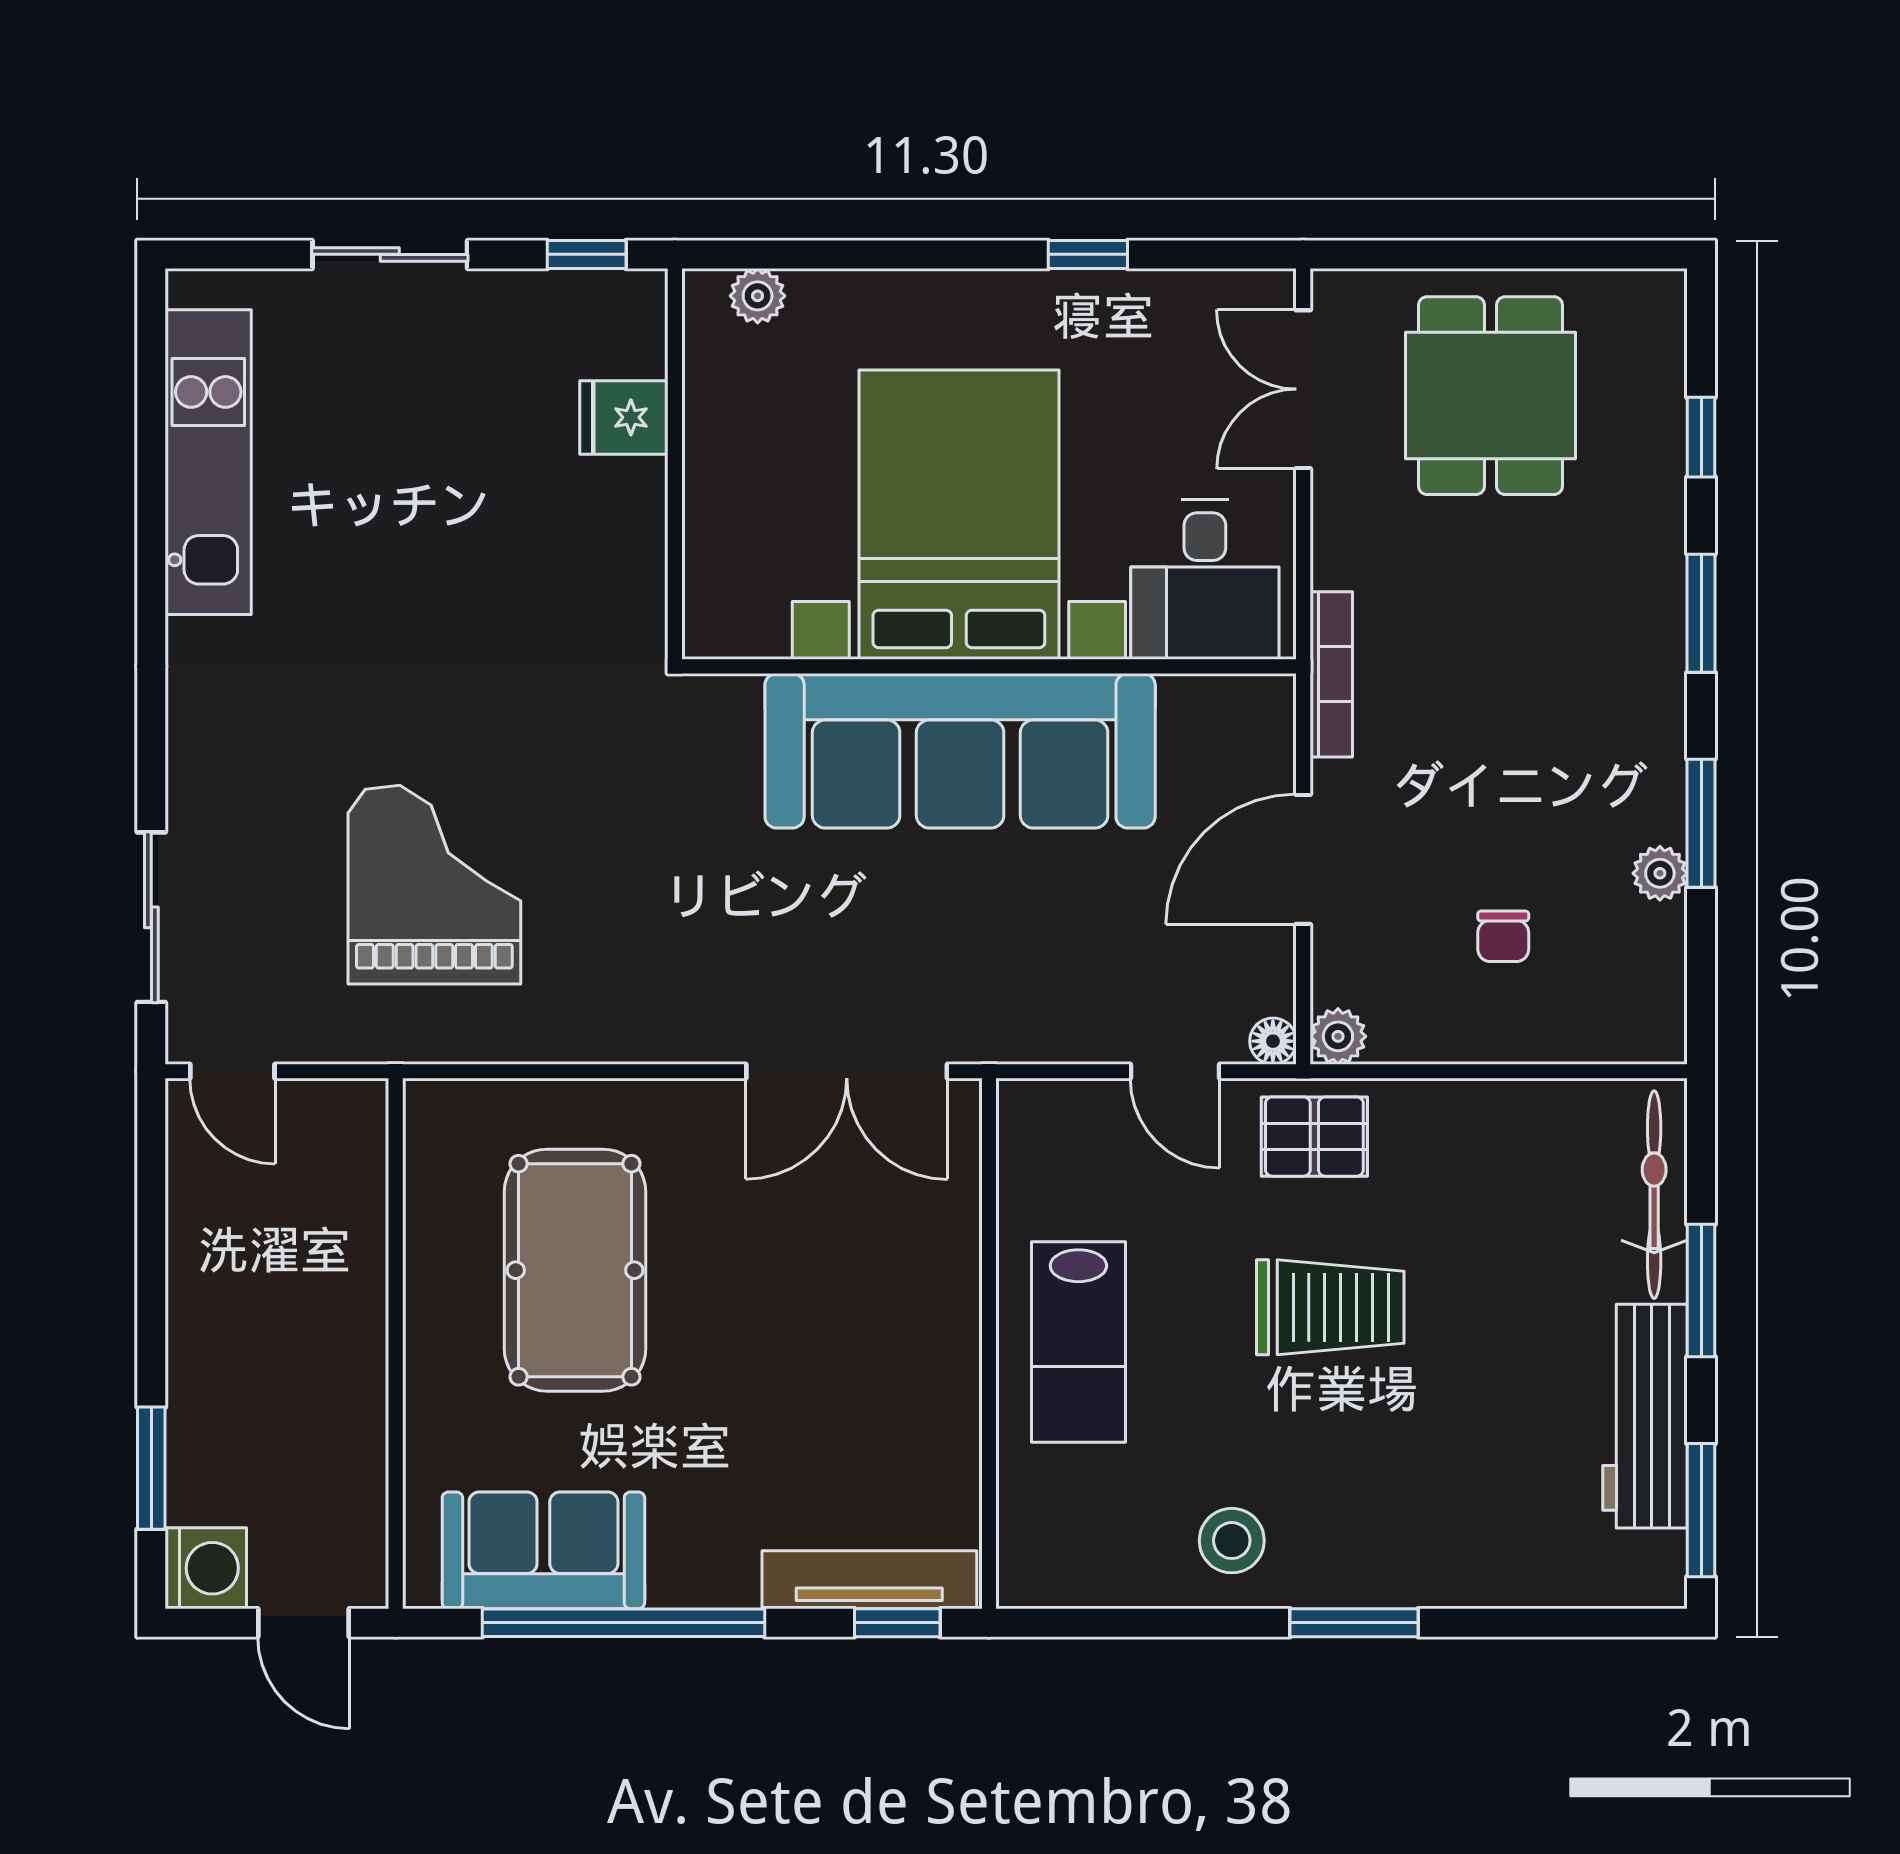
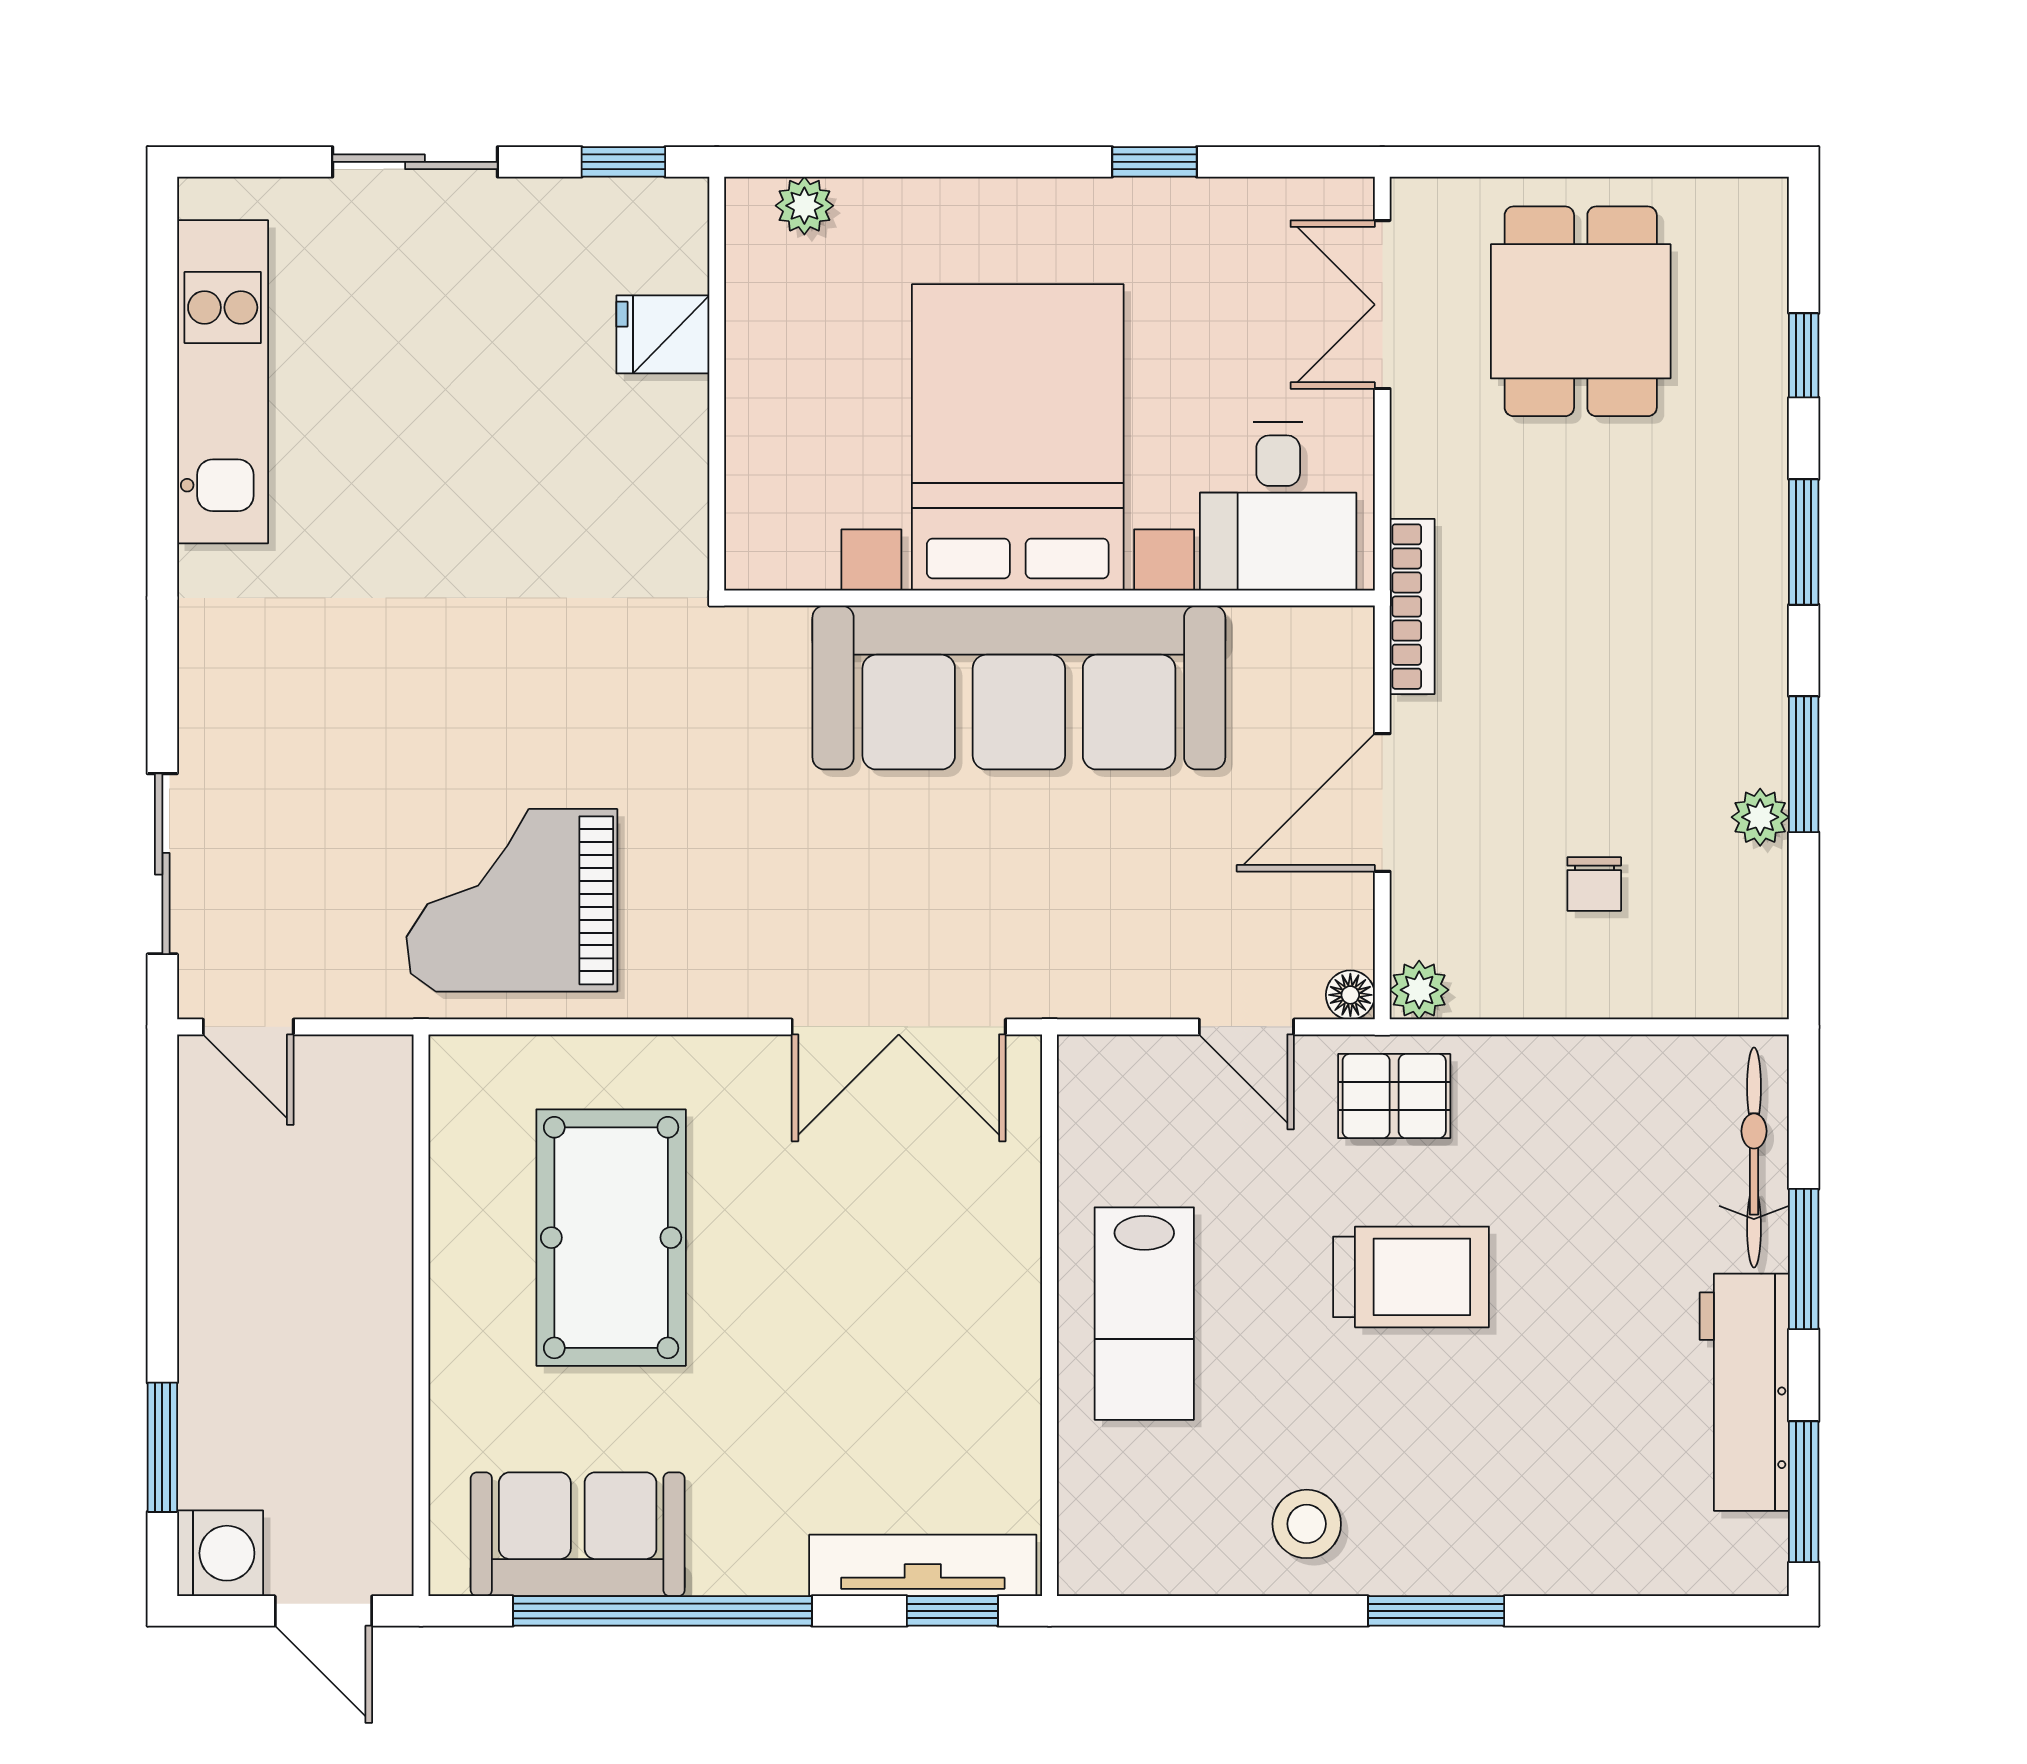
grand piano: (434, 885) -> (512, 900), moved, turned -90

